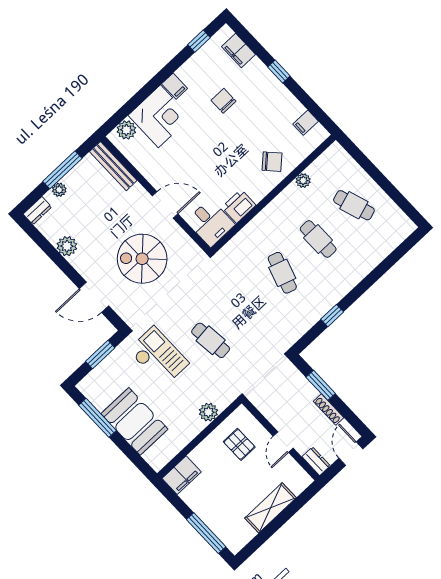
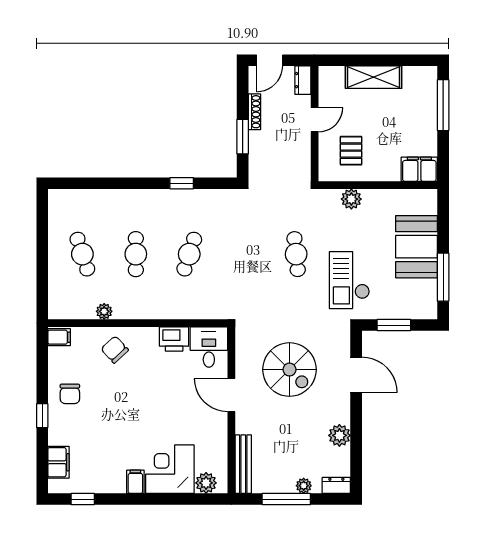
chair: (224, 101) -> (70, 394), moved
filing cabinet: (306, 123) -> (59, 337), moved

